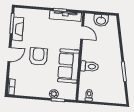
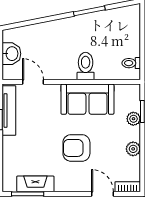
door: (82, 33) -> (33, 82), hinge flipped
door: (9, 55) -> (102, 194), moved
plant: (35, 92) -> (133, 149), added

